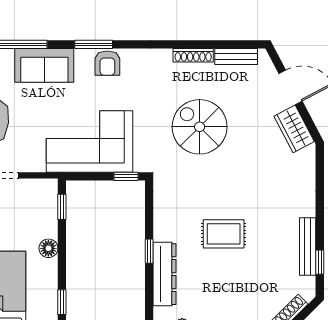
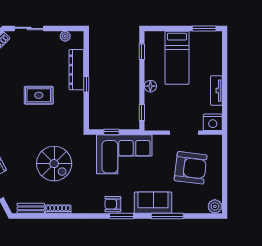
armchair: (107, 63) -> (113, 204), turned -90
window: (126, 176) -> (111, 132), moved

